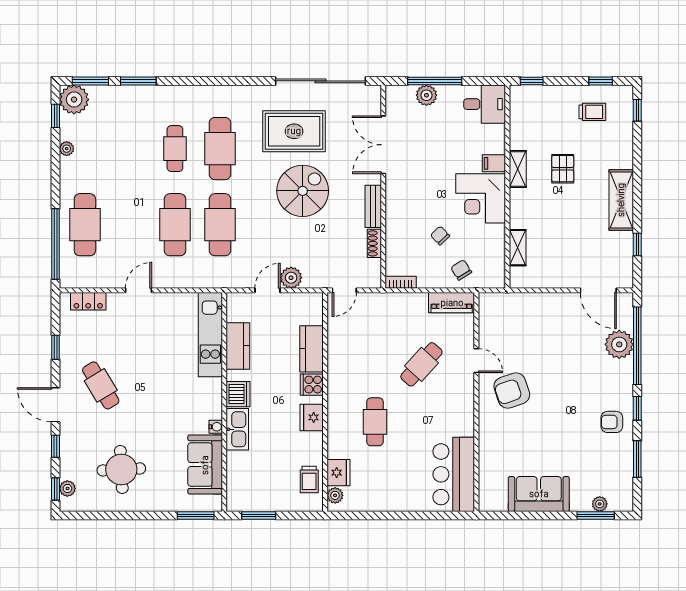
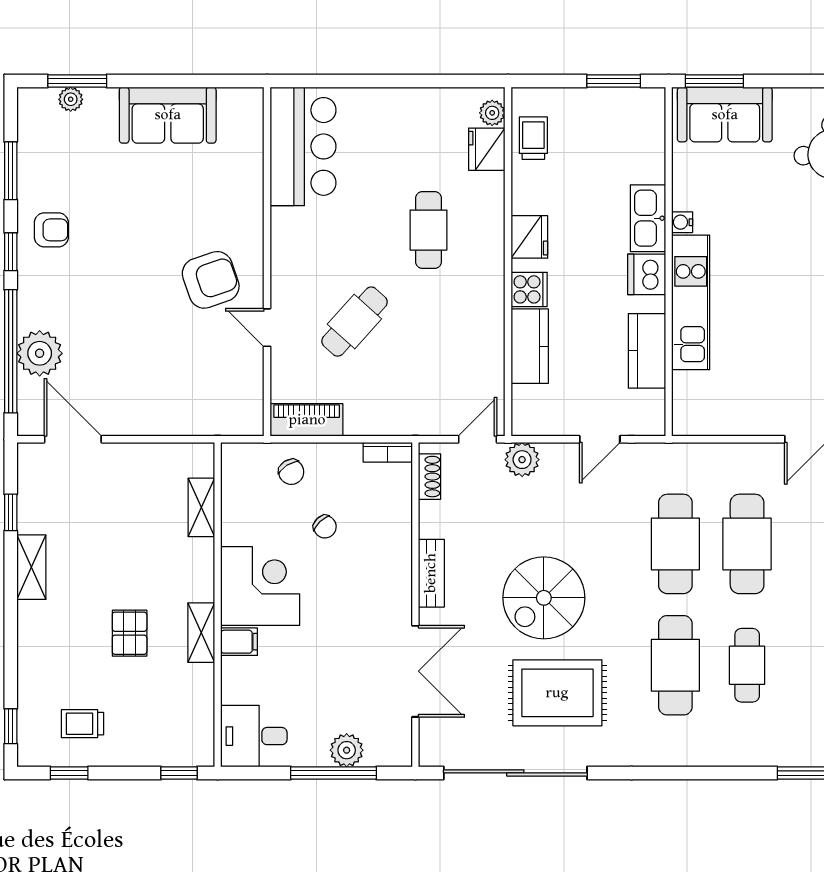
shelving: (621, 200) -> (31, 567), width x0.67, depth x0.75
shoe rack: (374, 243) -> (429, 477), moved
plant: (291, 278) -> (522, 460), moved
kitchen unit: (210, 335) -> (691, 302), moved
sofa: (205, 465) -> (725, 115), moved, turned 90

